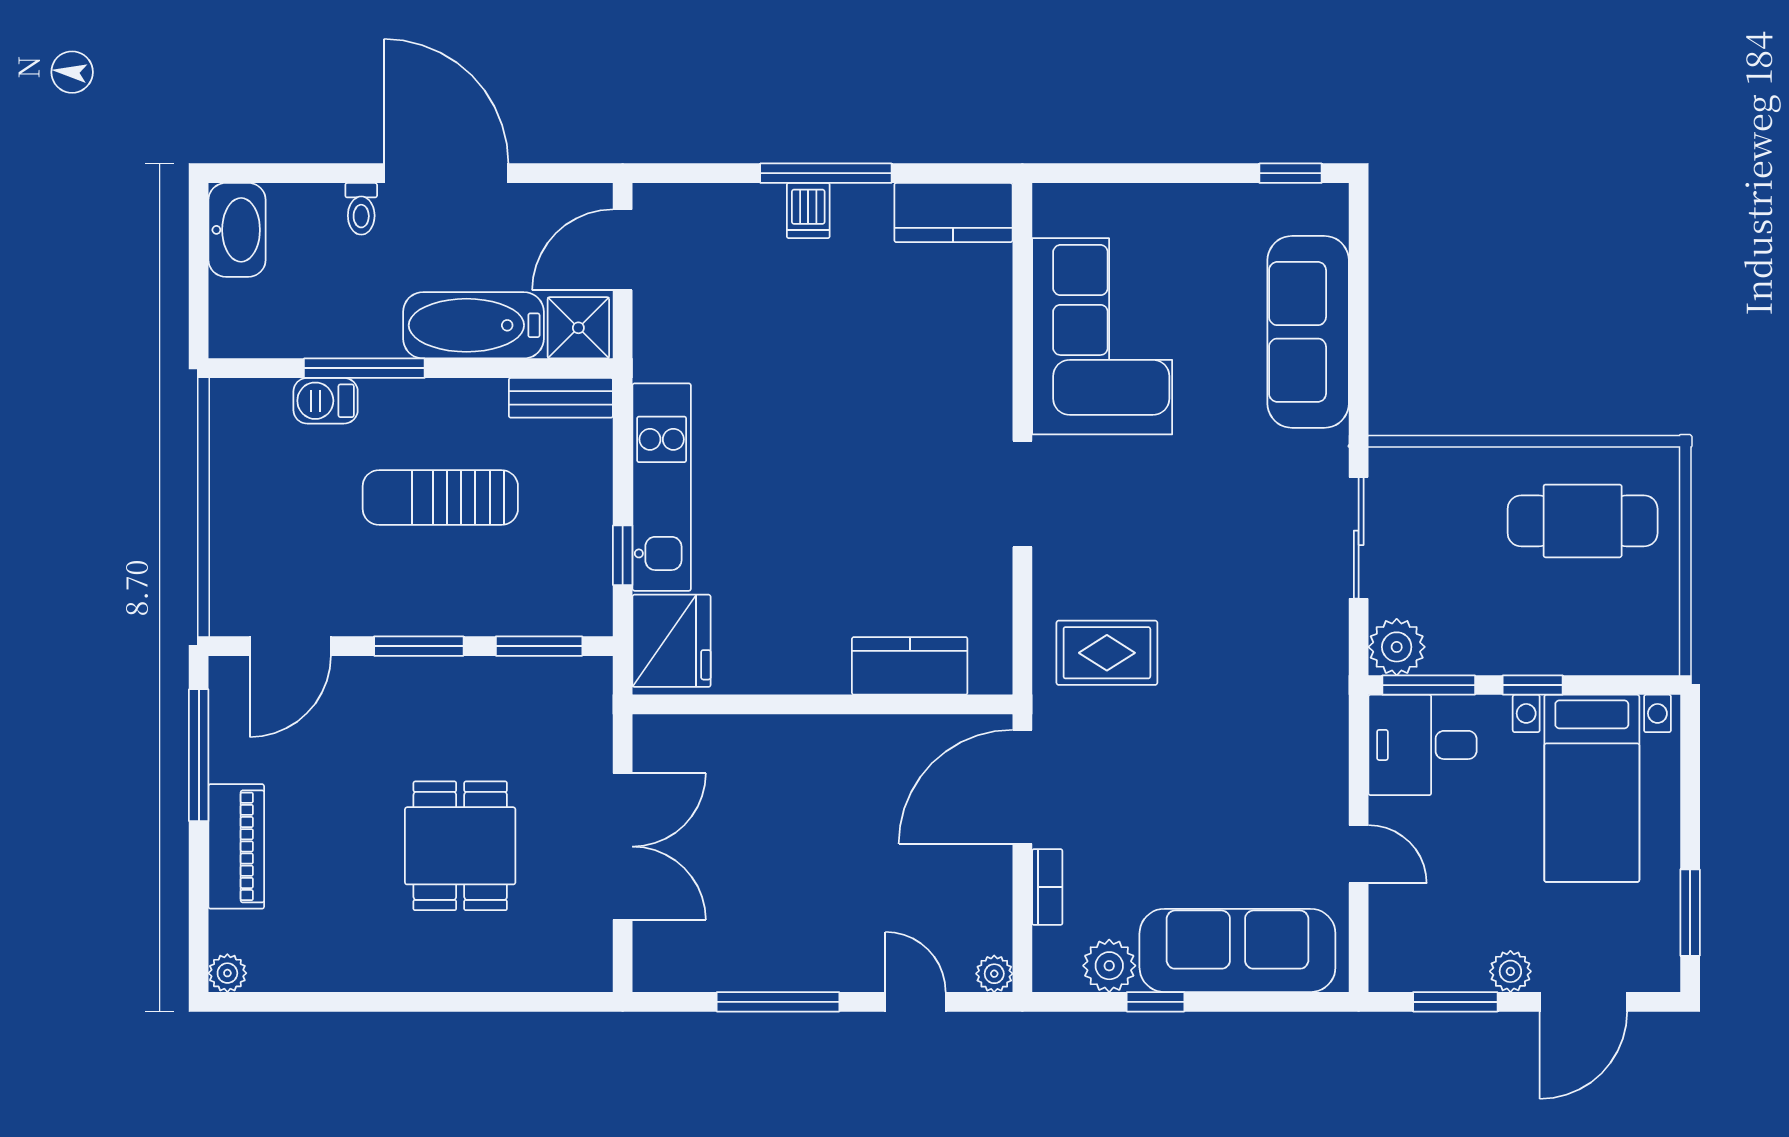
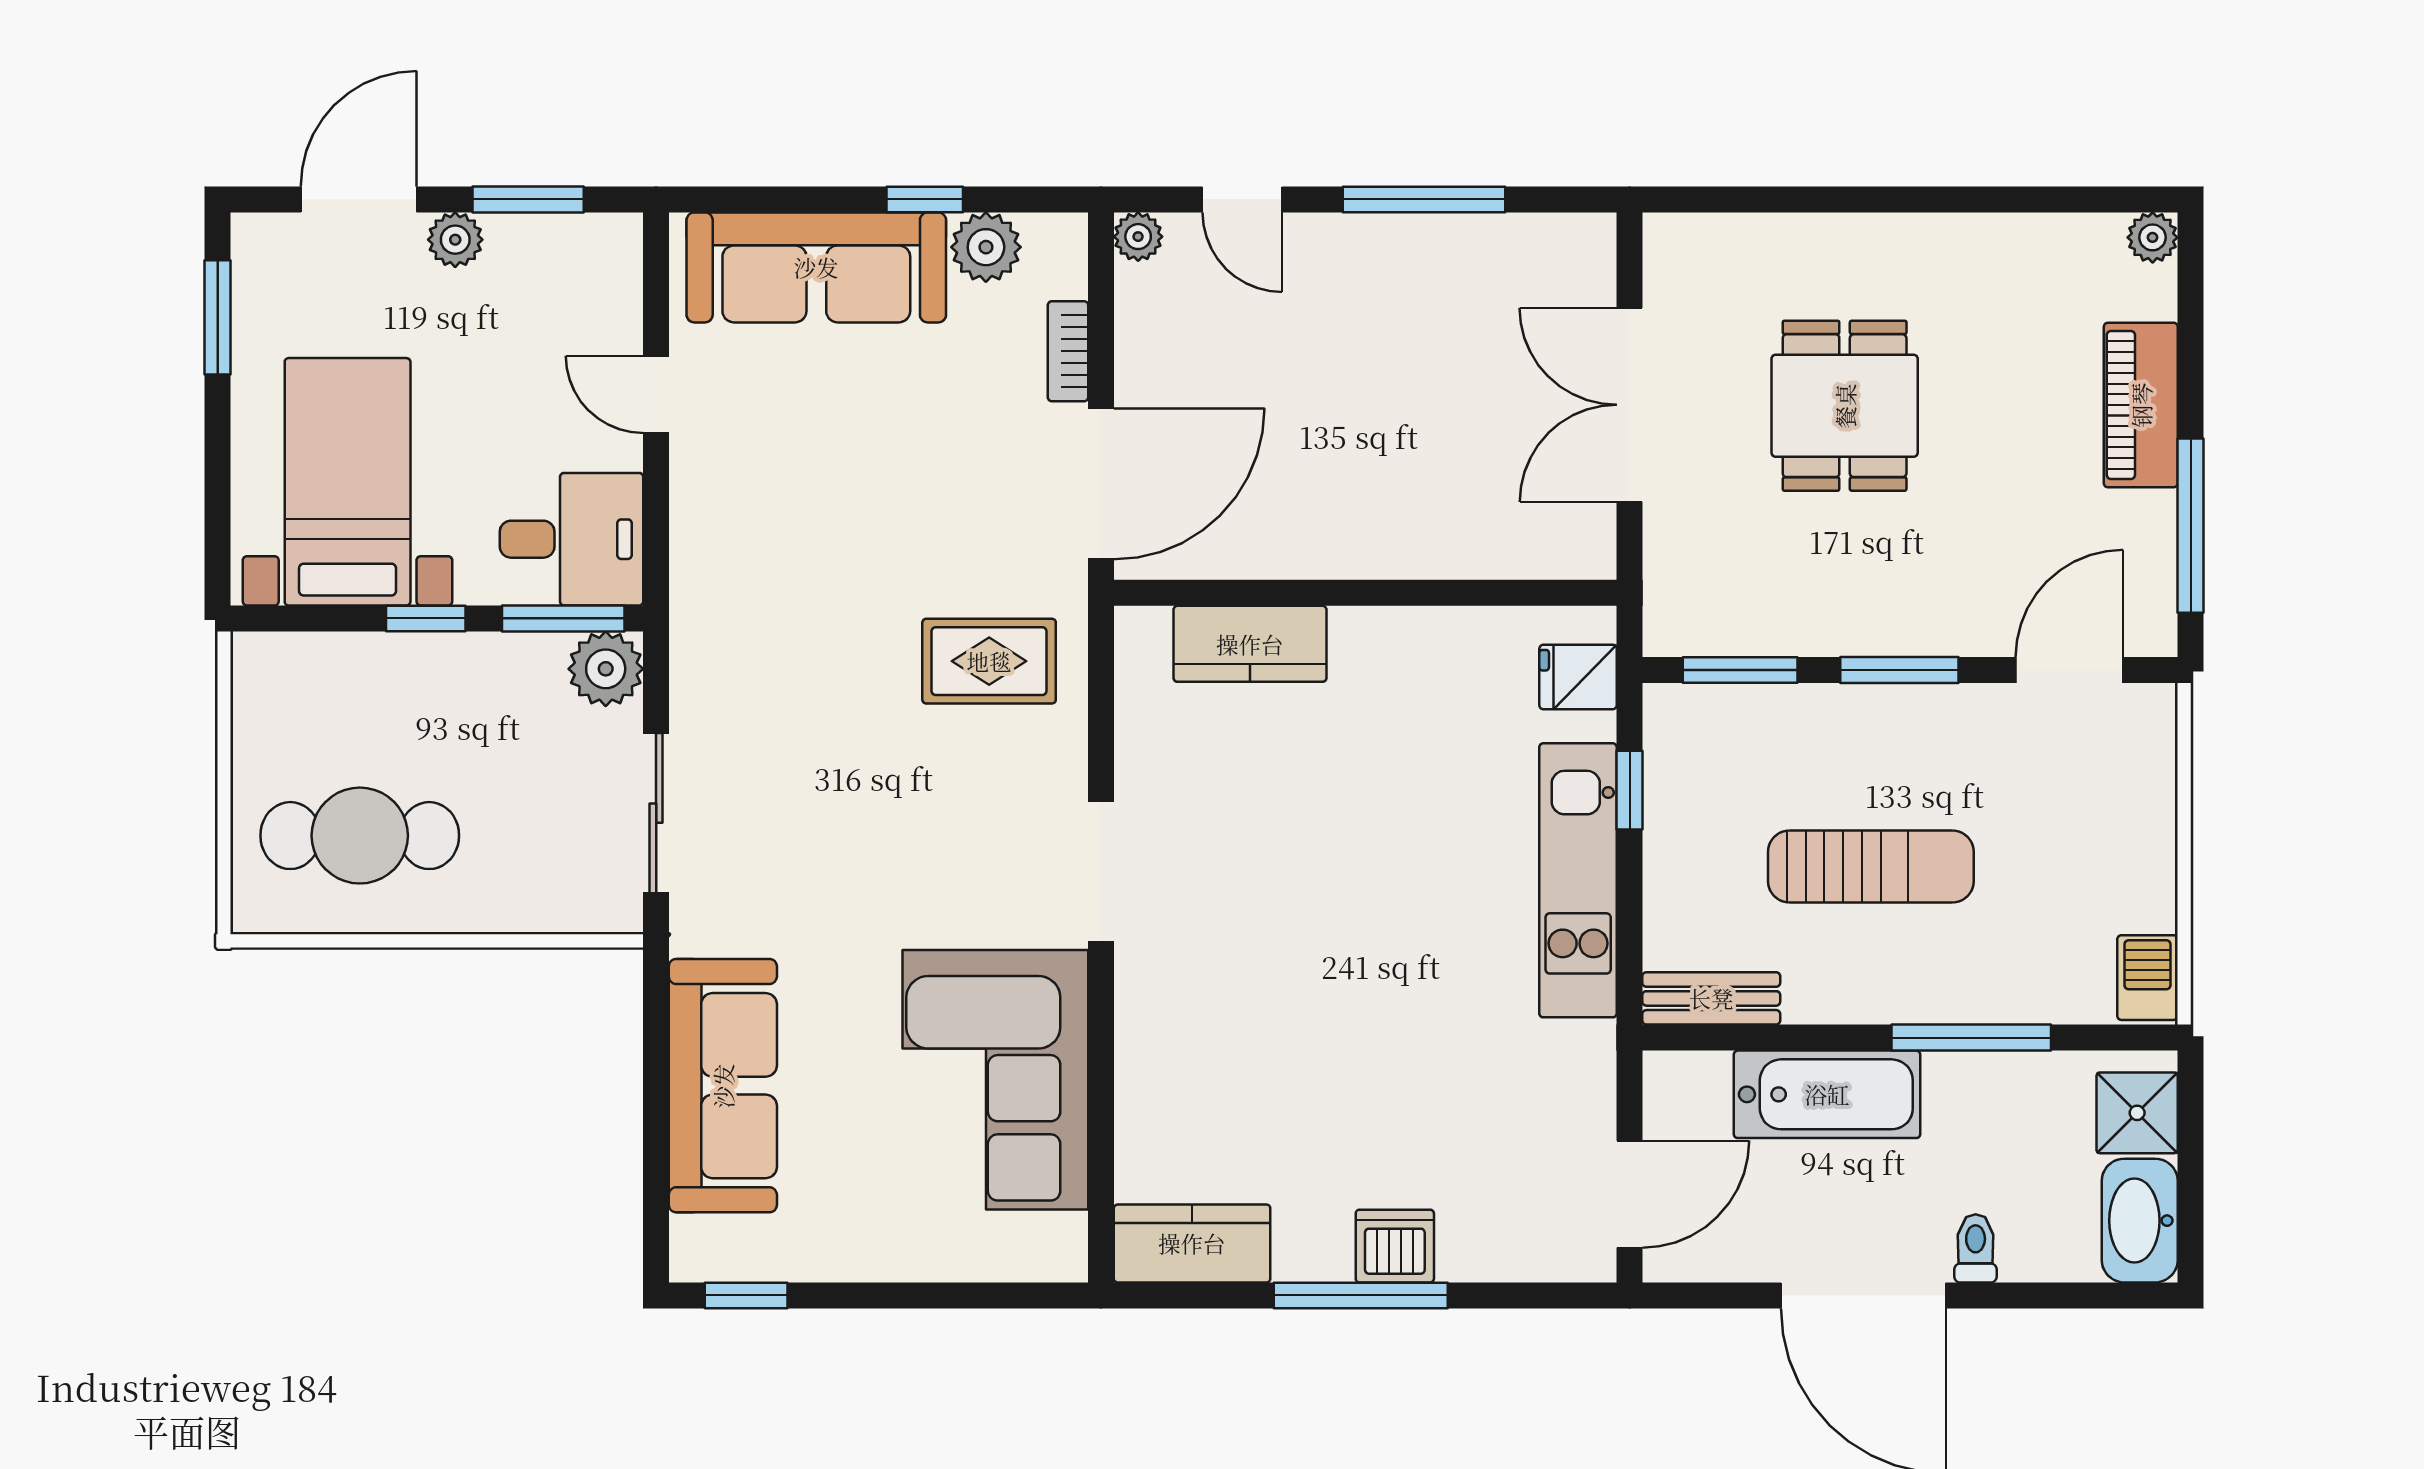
dishwasher: (808, 211) -> (1395, 1246), width x1.38
shower: (578, 328) -> (2137, 1113), moved
barbecue: (326, 401) -> (2147, 978), moved, turned -90
fridge: (671, 641) -> (1578, 677), width x0.53, depth x0.75

